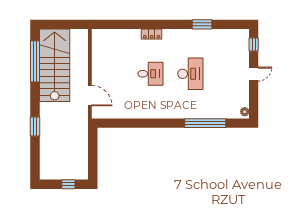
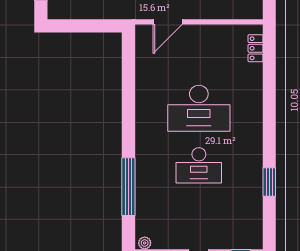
locker: (152, 34) -> (255, 48), moved
desk: (150, 74) -> (199, 108), width x1.87, depth x1.30

